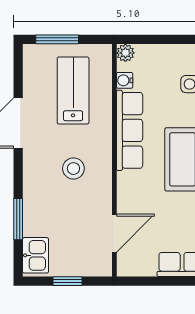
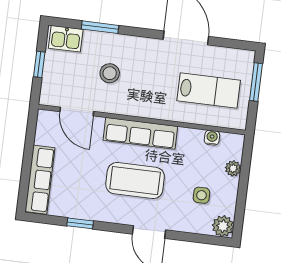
plant: (125, 53) -> (233, 168), moved
row of seats: (130, 130) -> (140, 133), moved
stool: (73, 169) -> (110, 73), moved

